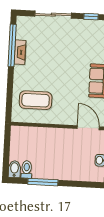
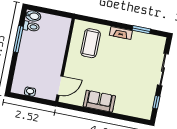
window: (12, 45) -> (141, 30), width x0.47
fireplace: (20, 52) -> (121, 33), moved

